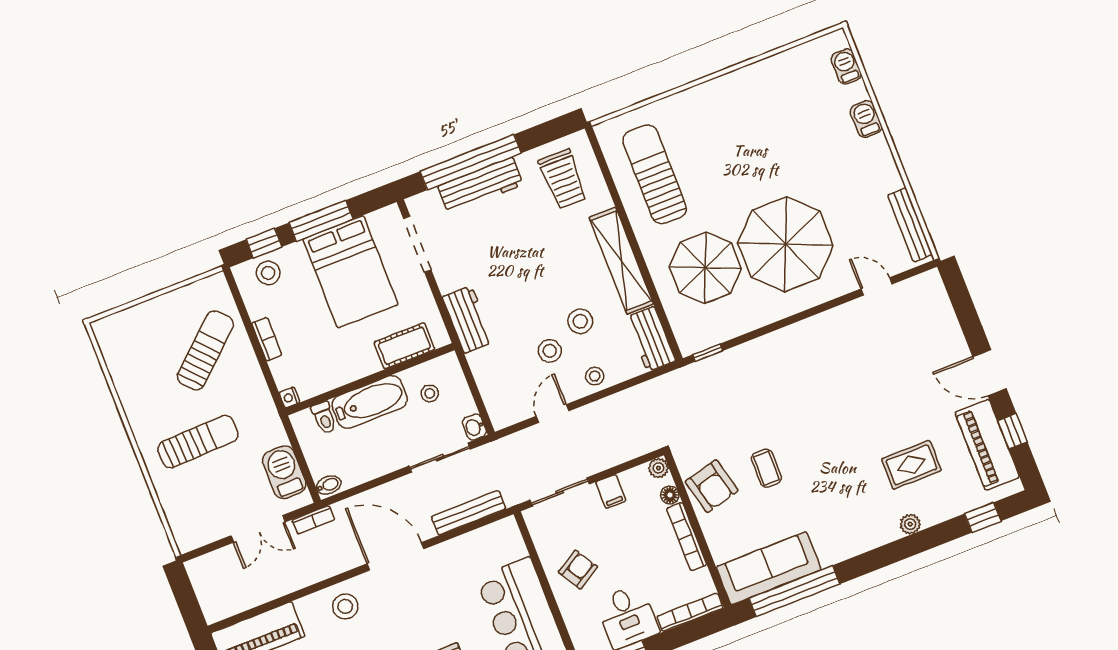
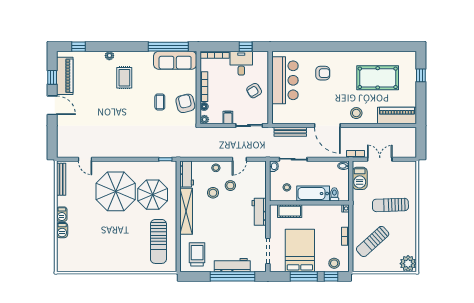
barbecue: (846, 67) -> (62, 214), moved
plant: (113, 333) -> (408, 264), added
rug: (911, 465) -> (124, 78), moved, turned 90

